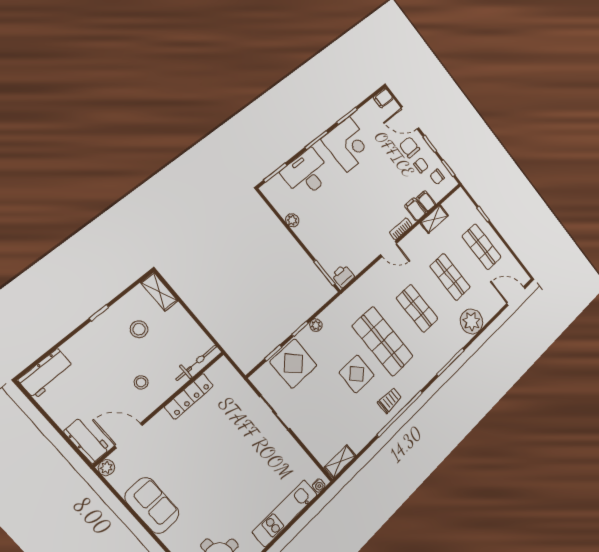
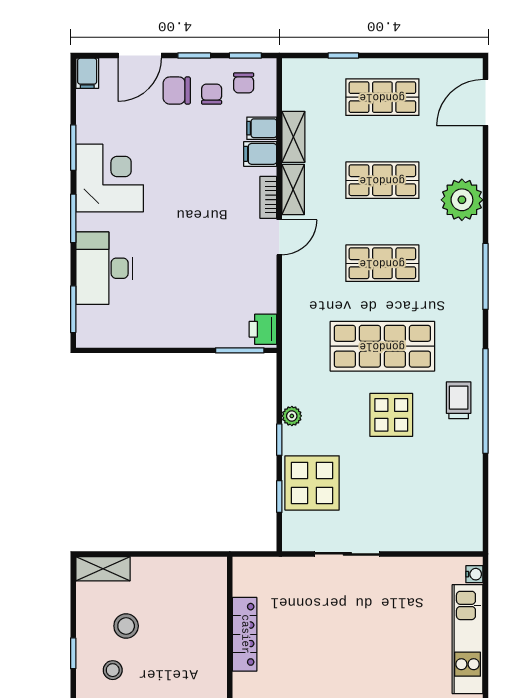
plant: (292, 220) -> (146, 337), removed
bicycle: (196, 363) -> (215, 595), removed
stool: (141, 382) -> (113, 670), moved
shelving: (340, 462) -> (293, 190), moved

